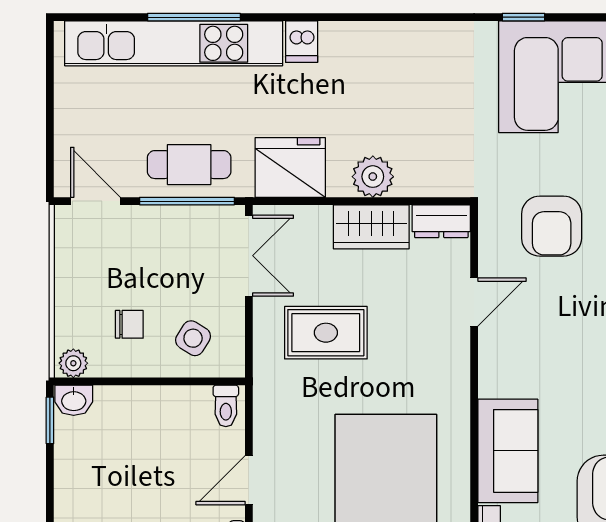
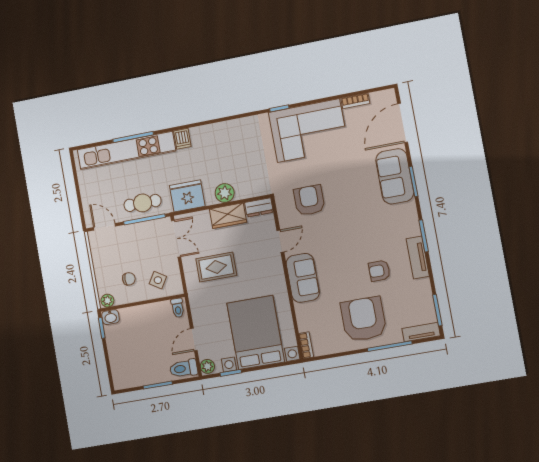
armchair: (552, 226) -> (309, 200), turned 180
sofa: (508, 451) -> (303, 278), moved

